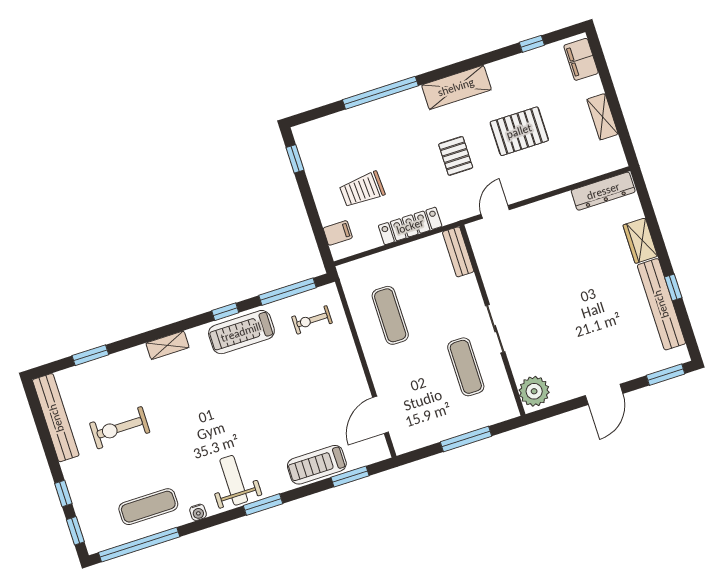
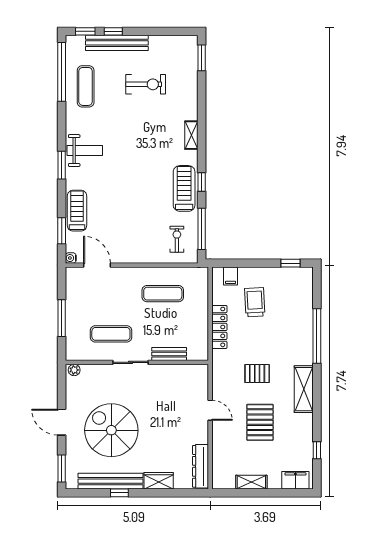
door: (495, 212) -> (210, 410), moved
bench: (458, 252) -> (169, 354), moved
spiral stairs: (593, 325) -> (111, 430), added
window: (90, 355) -> (202, 58), moved
plant: (534, 391) -> (74, 370), width x0.53, depth x0.53
bench: (56, 418) -> (117, 43), moved
exercise bike: (120, 428) -> (146, 84), turned 90
water cooler: (198, 512) -> (71, 258), moved

